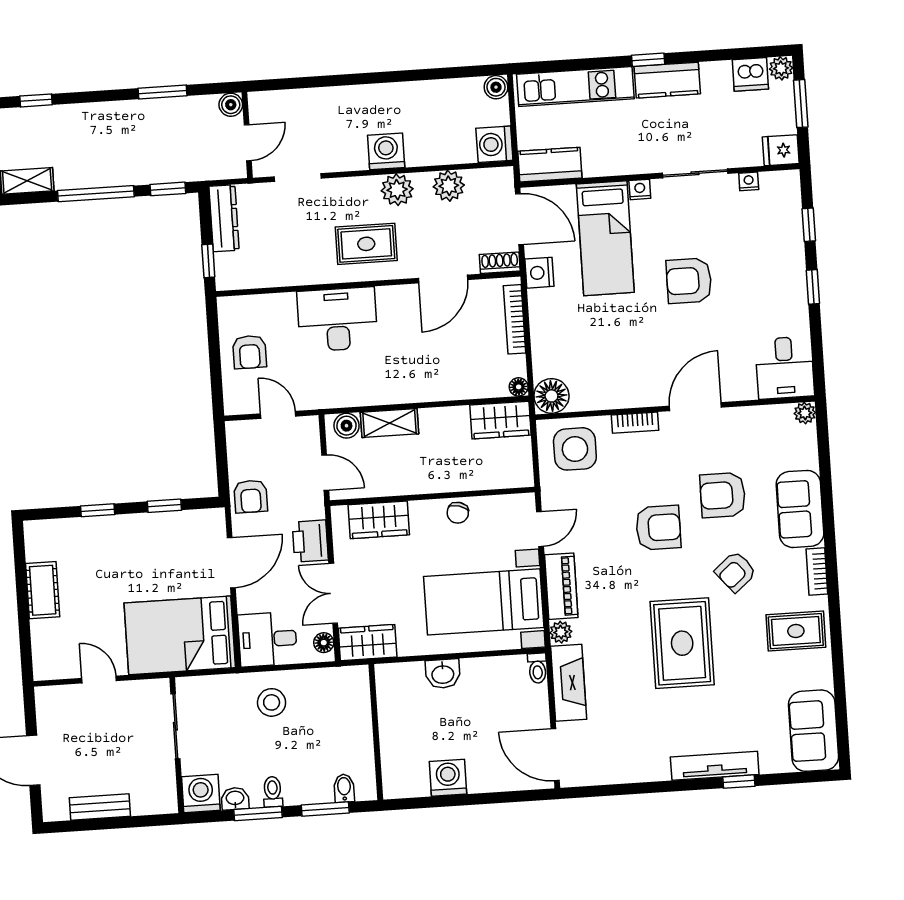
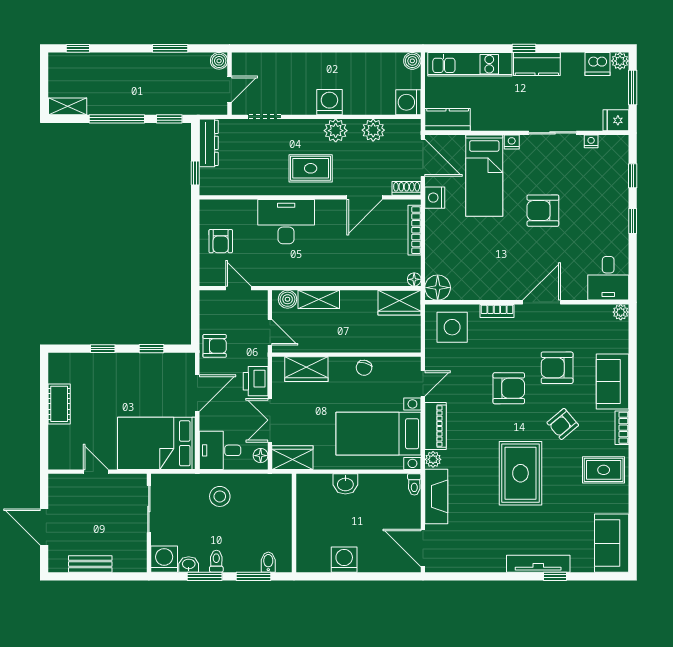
armchair: (251, 496) -> (215, 346), turned -90

